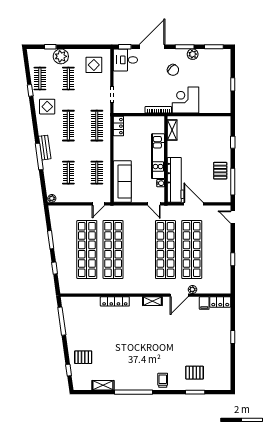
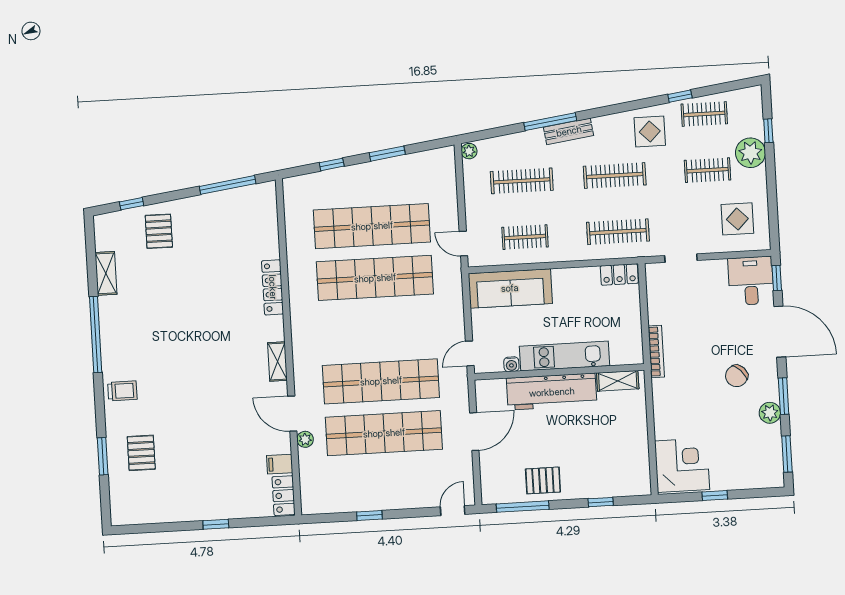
corner desk: (185, 100) -> (682, 465), moved
clothes rail: (68, 173) -> (522, 181), width x1.36
workbench: (176, 180) -> (552, 392), moved

